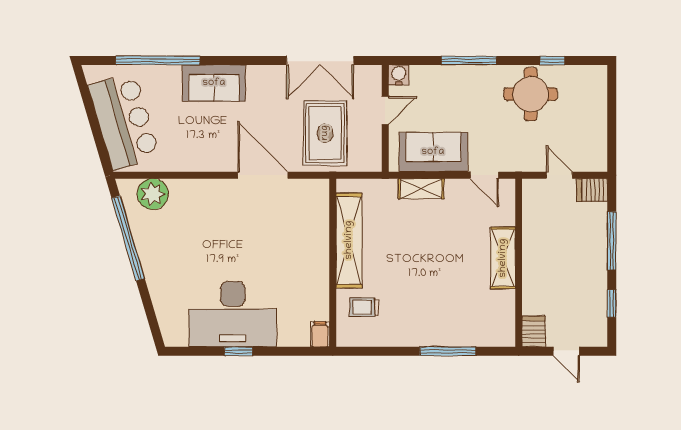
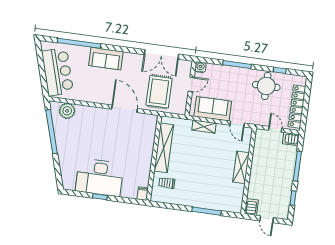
locker: (595, 126) -> (297, 107), added

